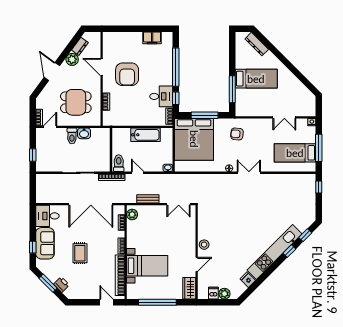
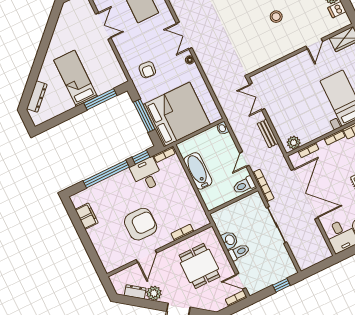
double door: (179, 204) -> (257, 97), swing flipped
stool: (204, 245) -> (276, 17), moved
door: (197, 264) -> (314, 44), swing flipped

